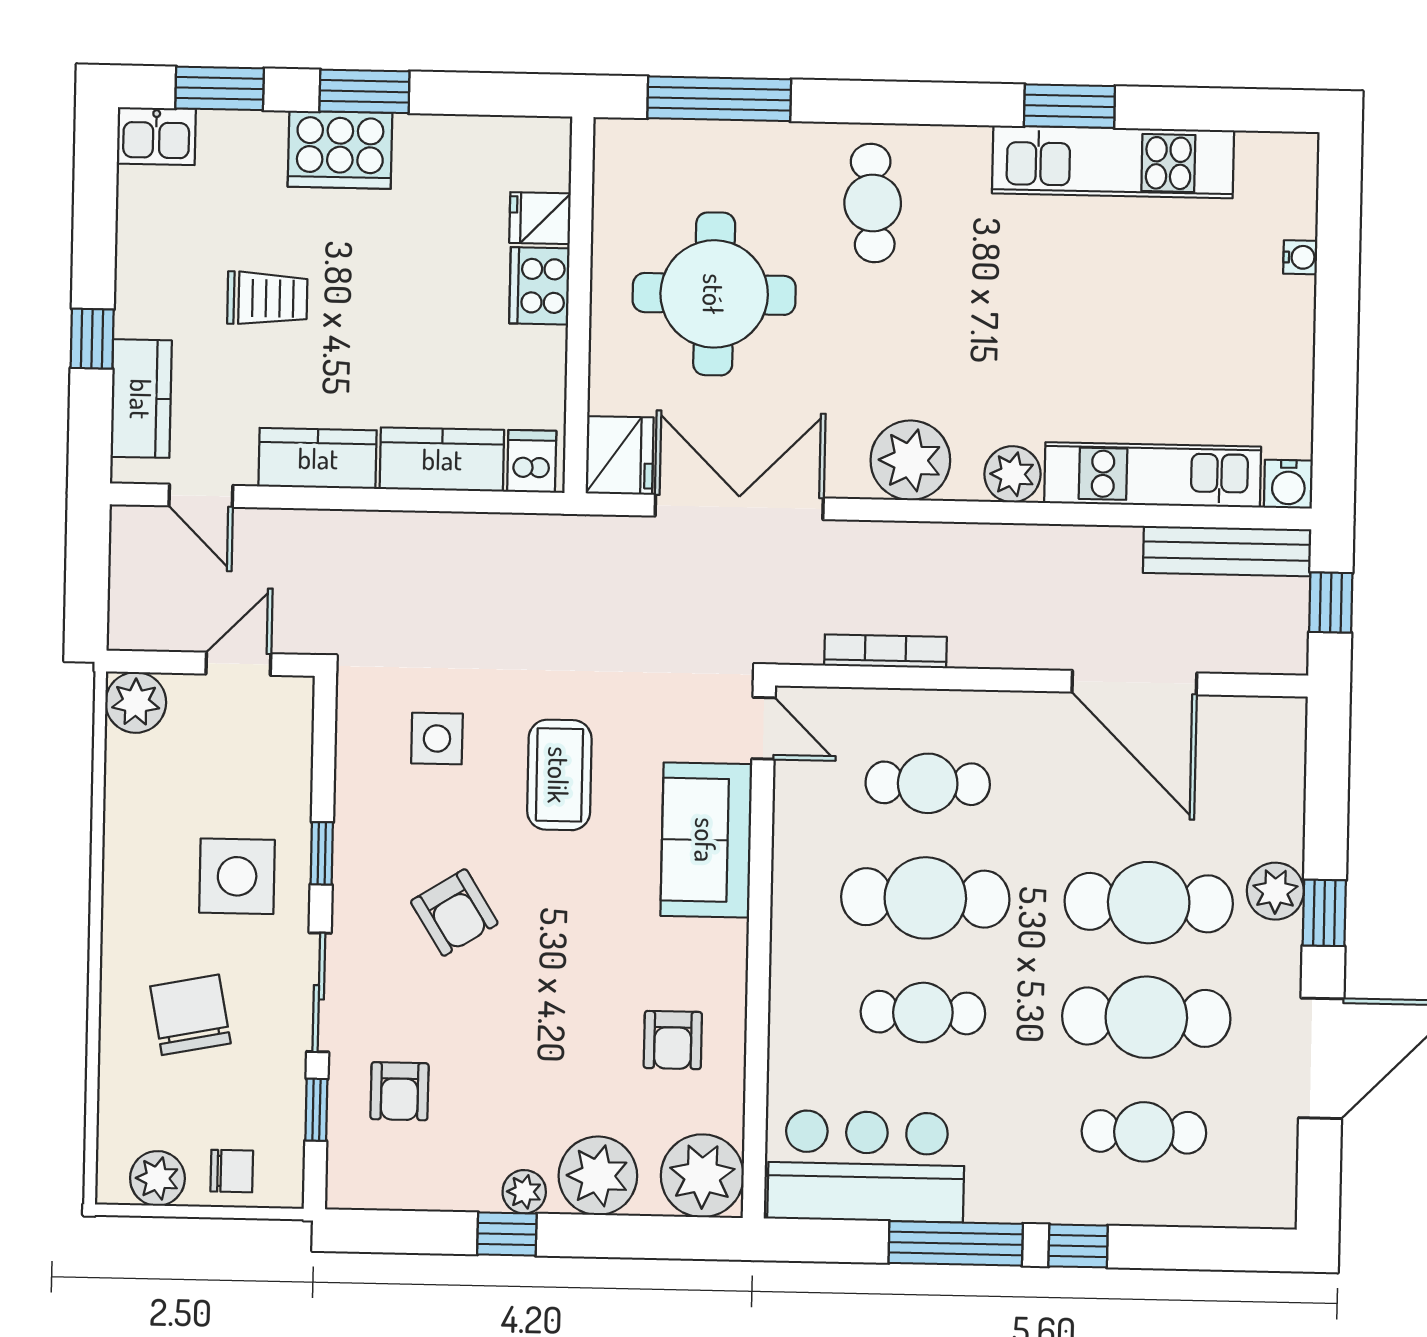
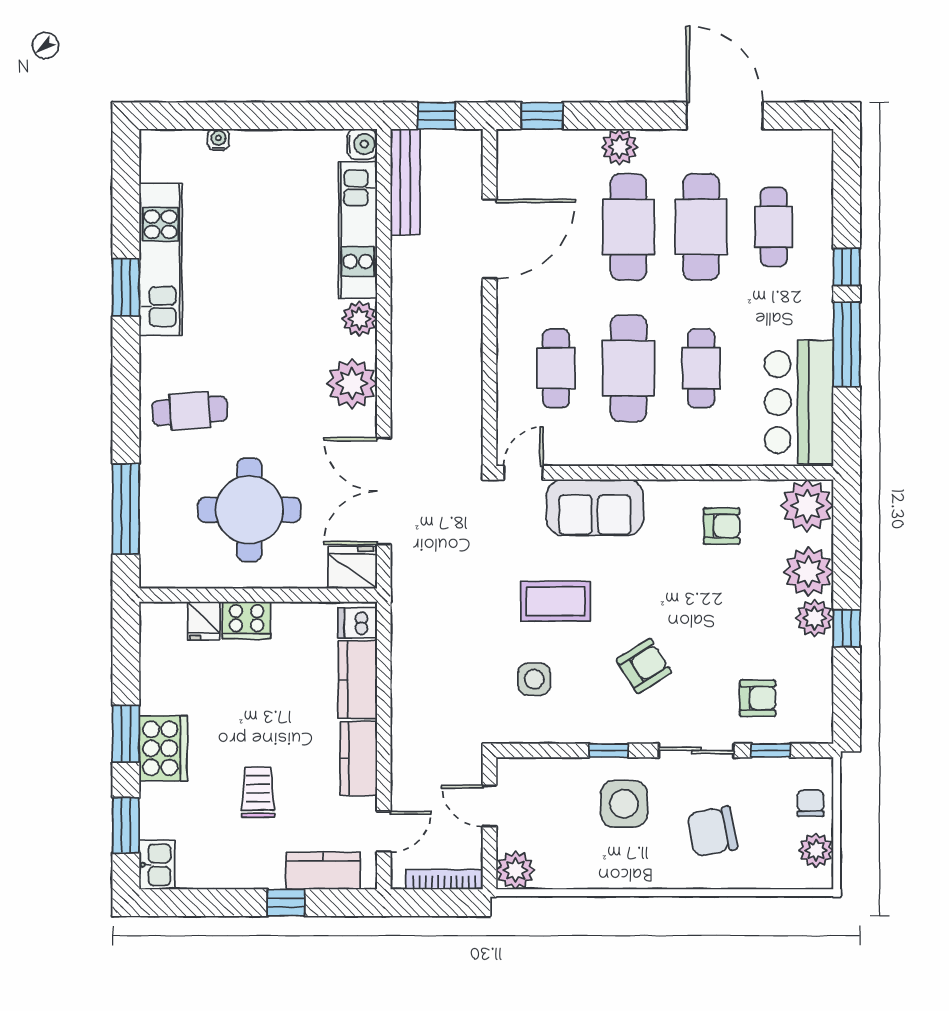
bookcase: (885, 651) -> (444, 879), moved, turned 90
window: (1324, 913) -> (542, 116), moved
plant: (524, 1192) -> (815, 618), width x1.38, depth x1.38

